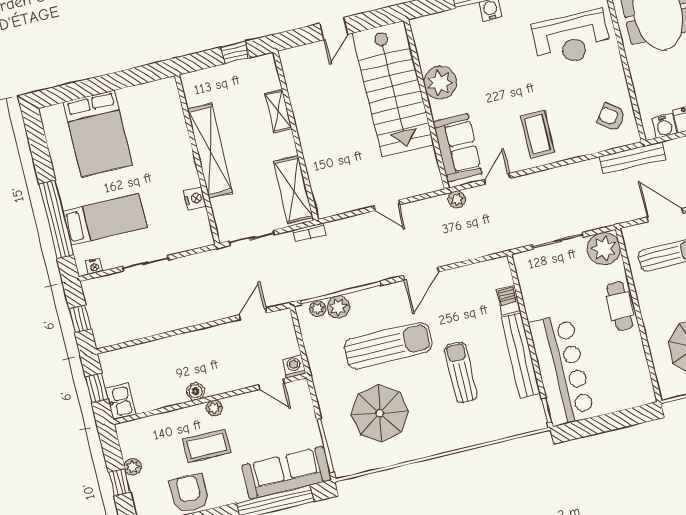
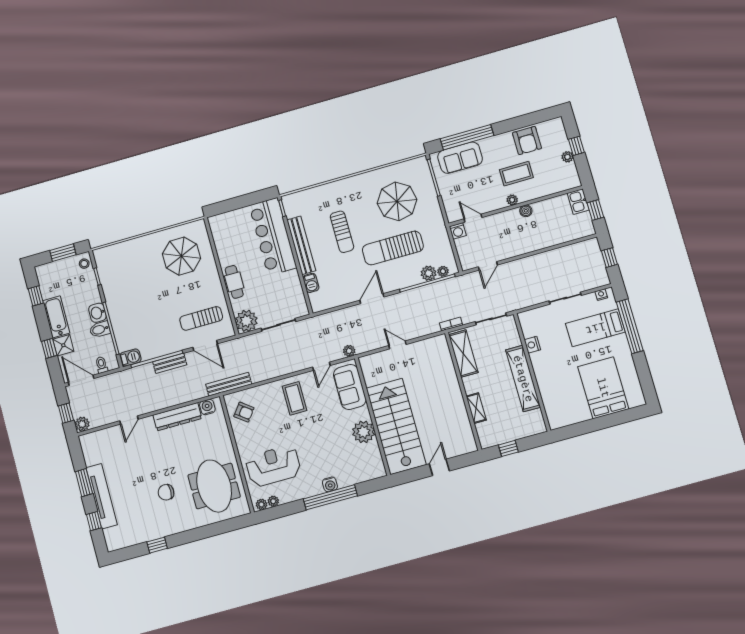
sofa: (286, 473) -> (460, 158), width x0.73

